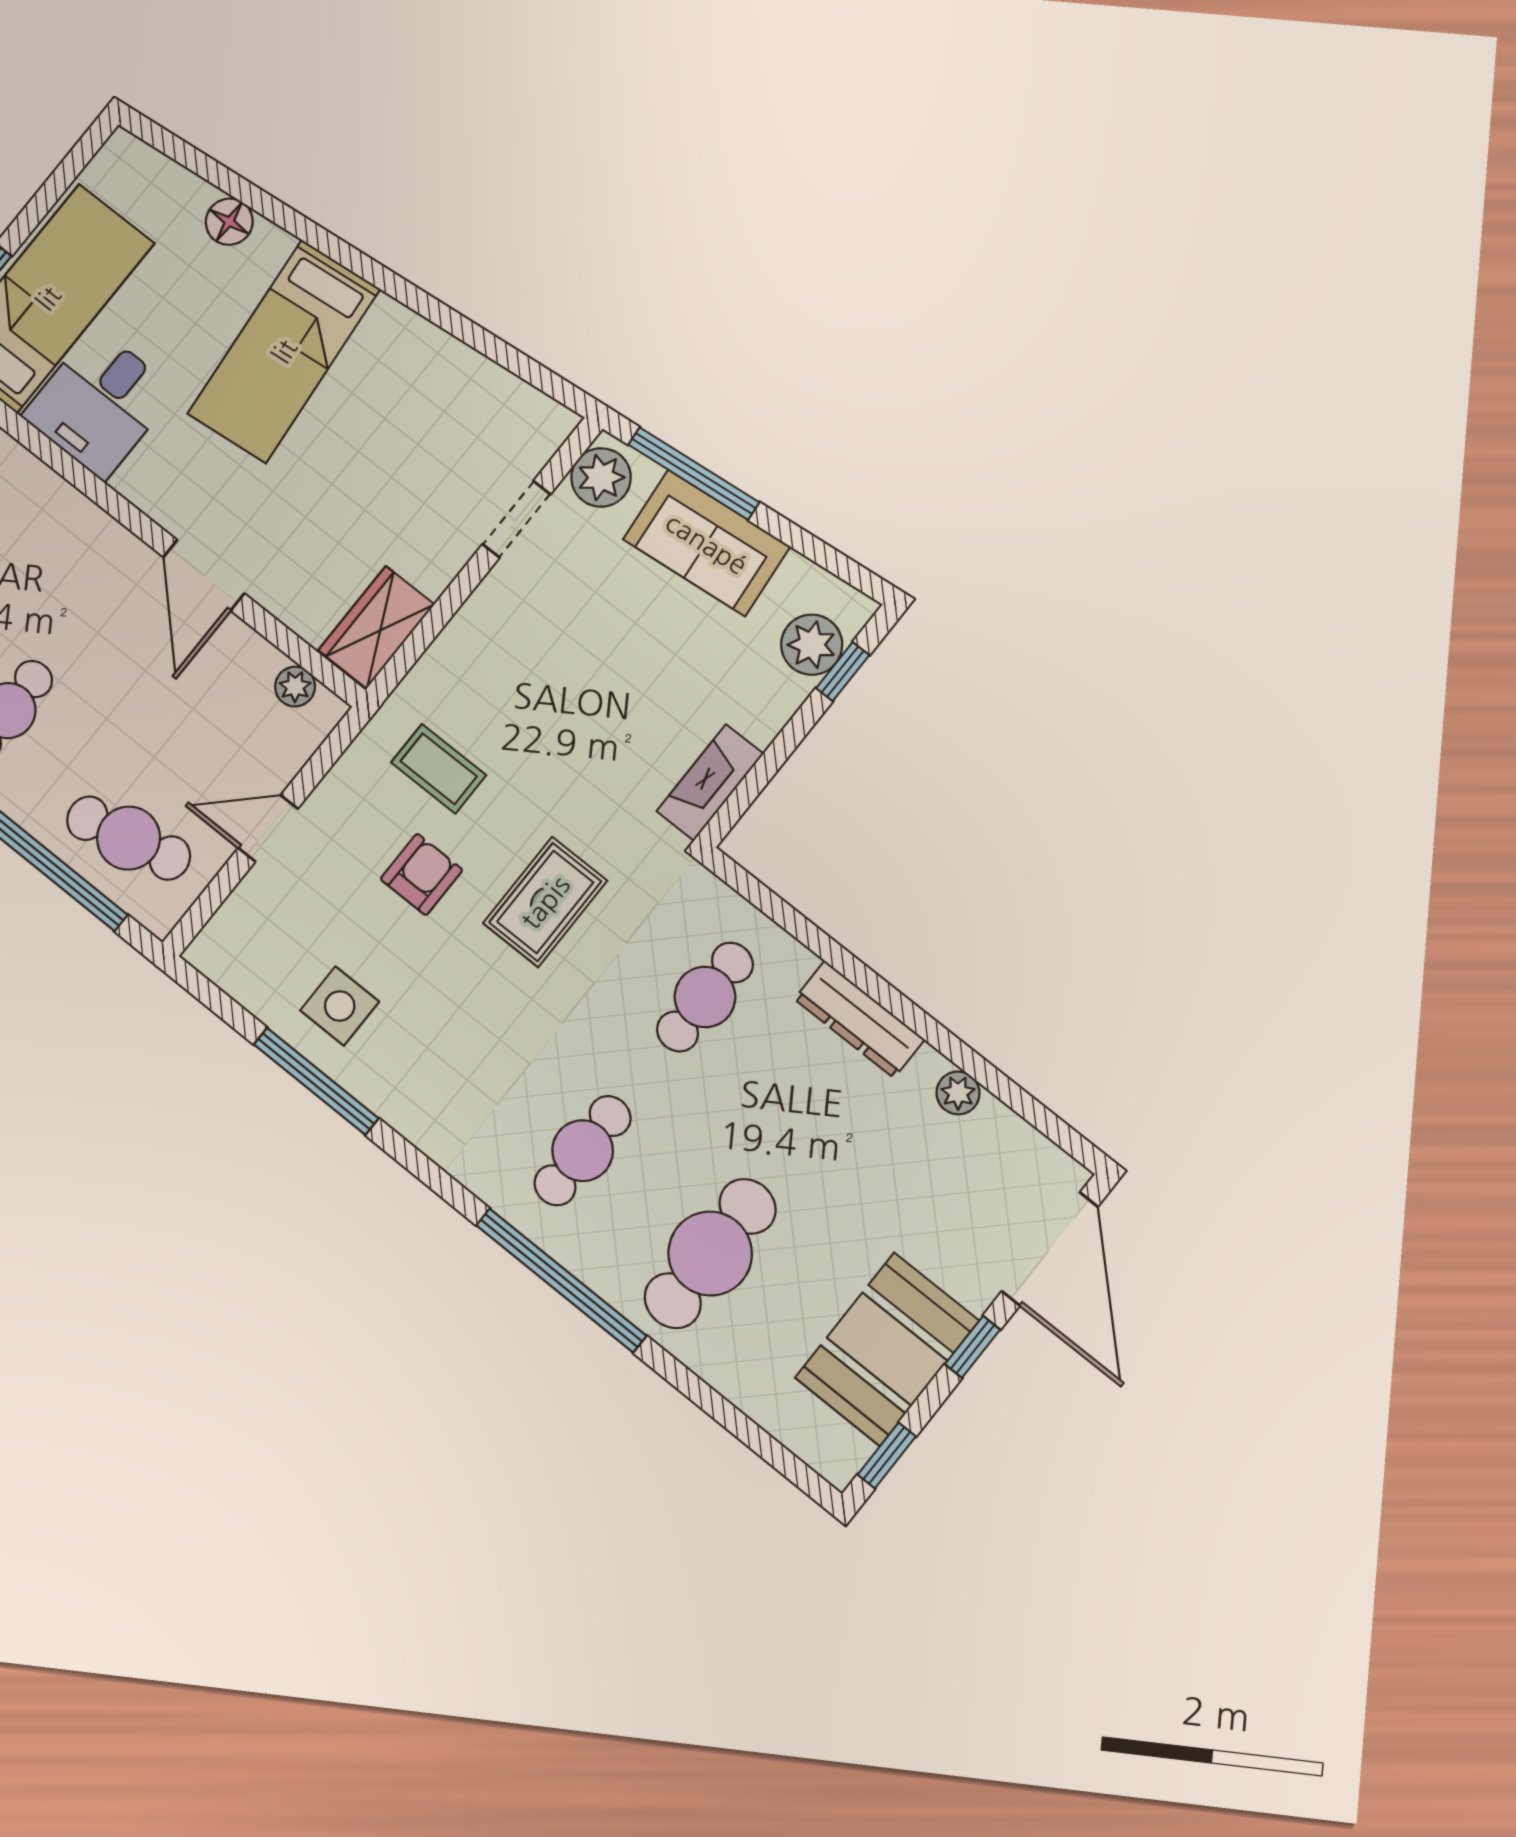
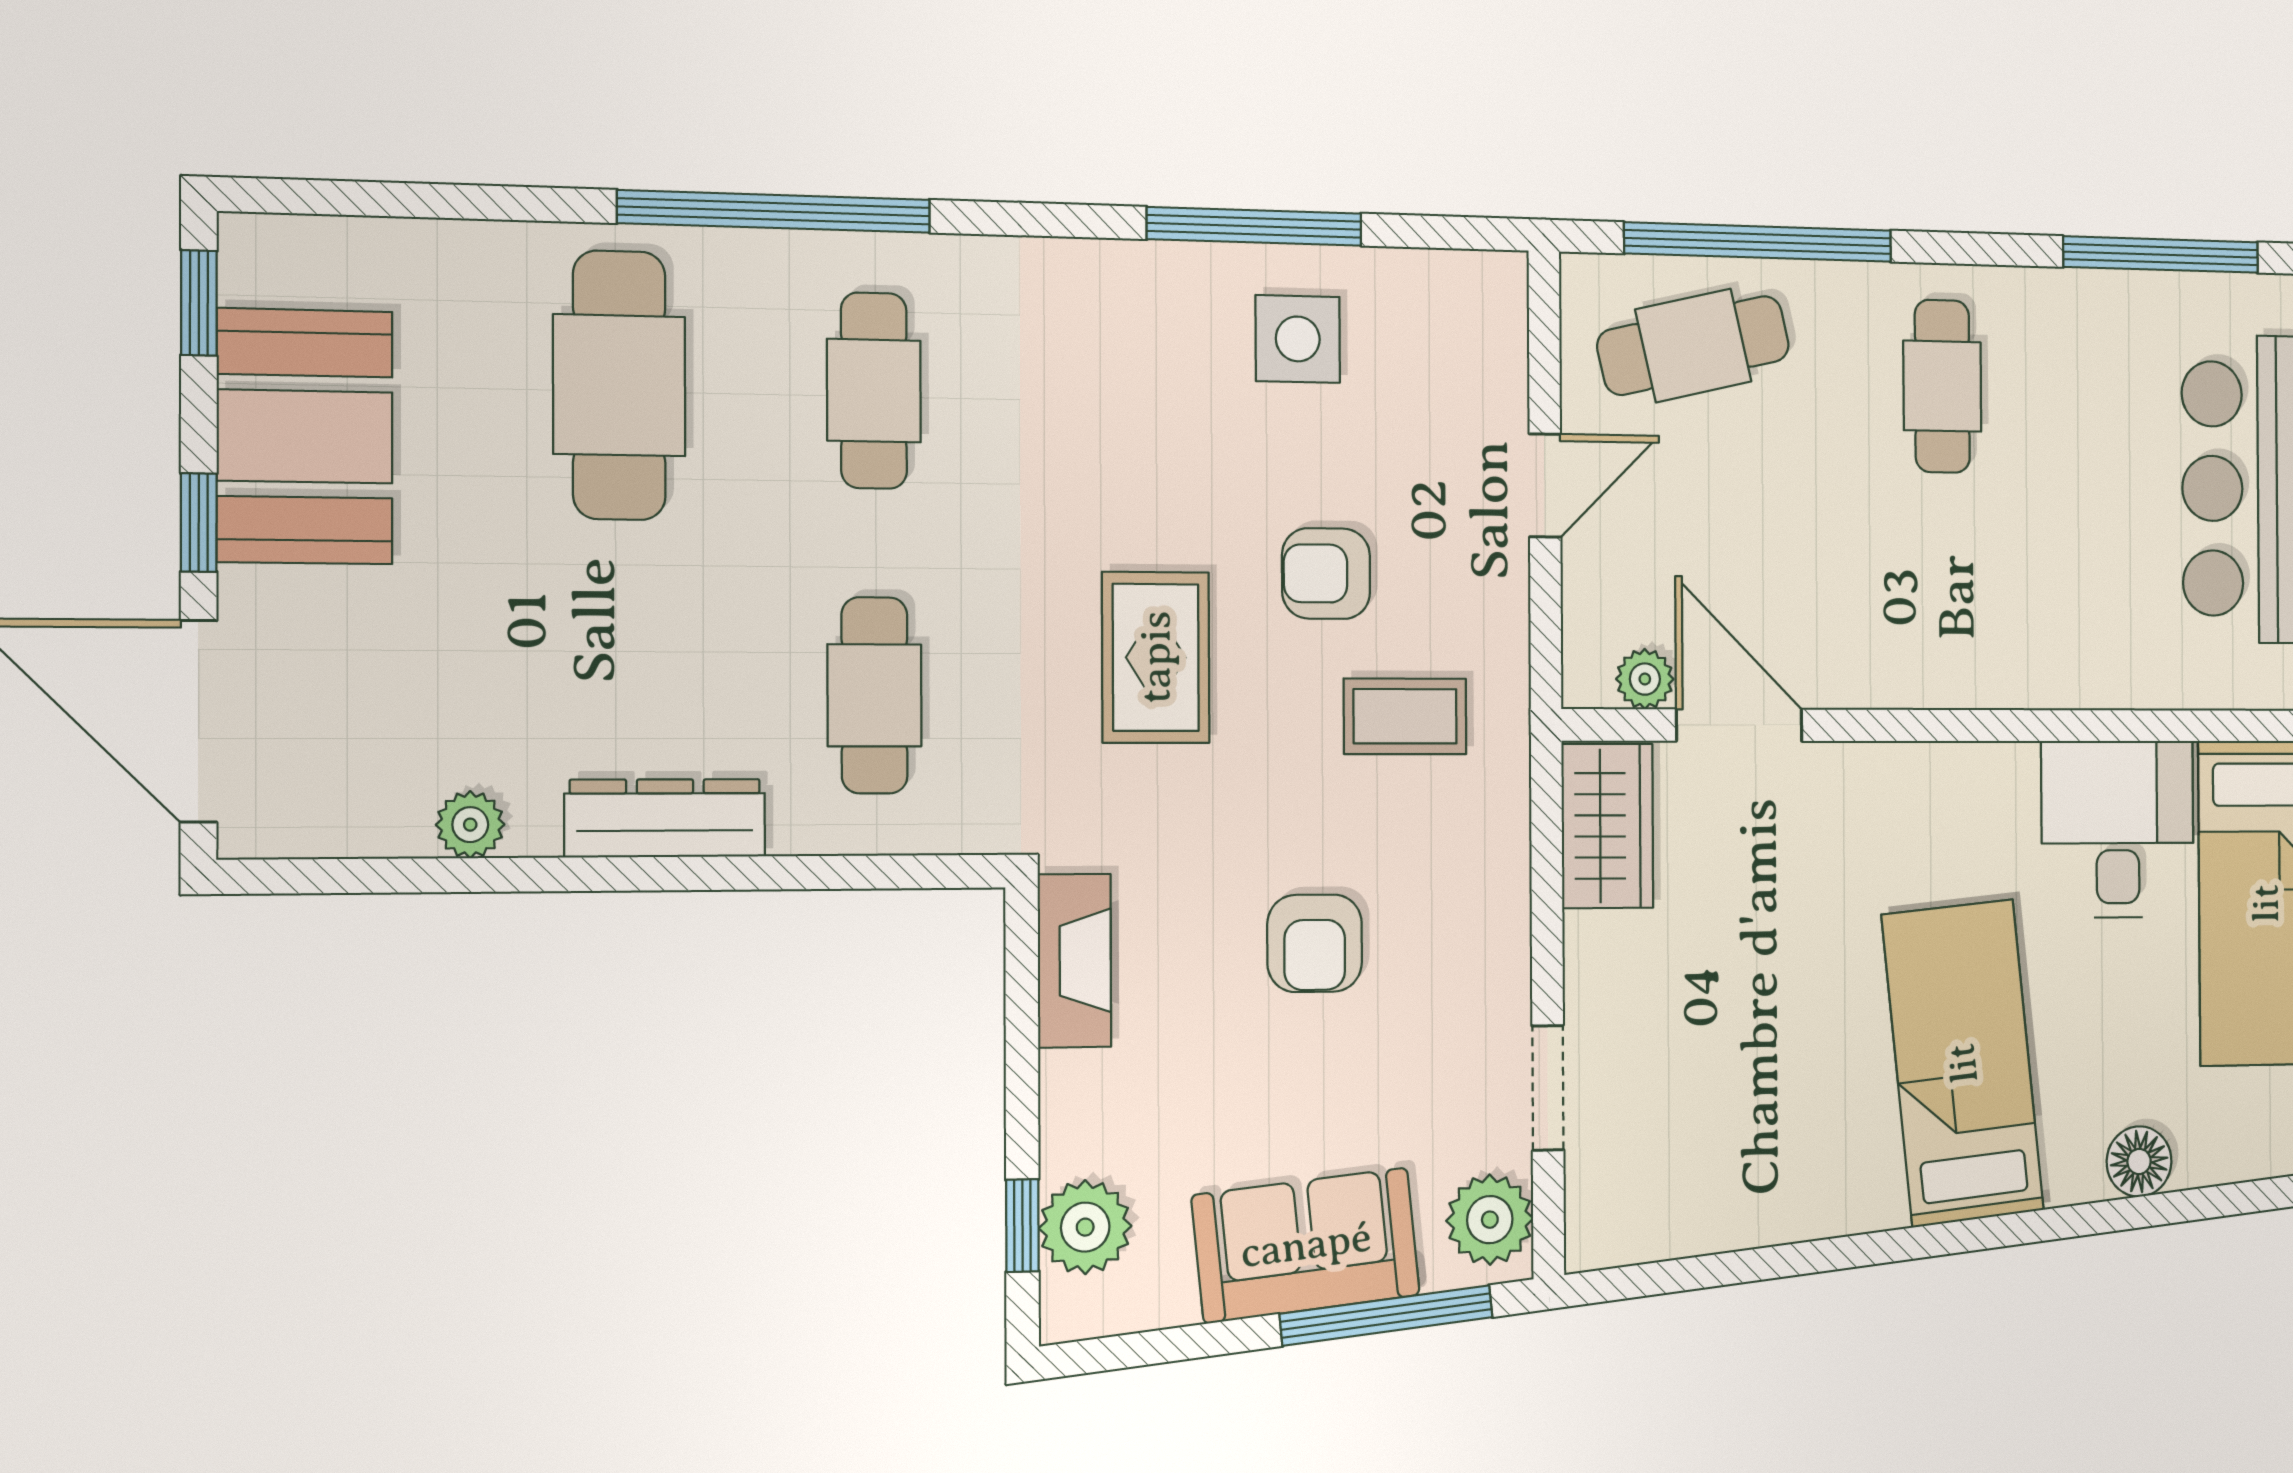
door: (204, 575) -> (1739, 725), moved
armchair: (579, 691) -> (1315, 943), added
armchair: (421, 874) -> (1326, 574), turned 90

